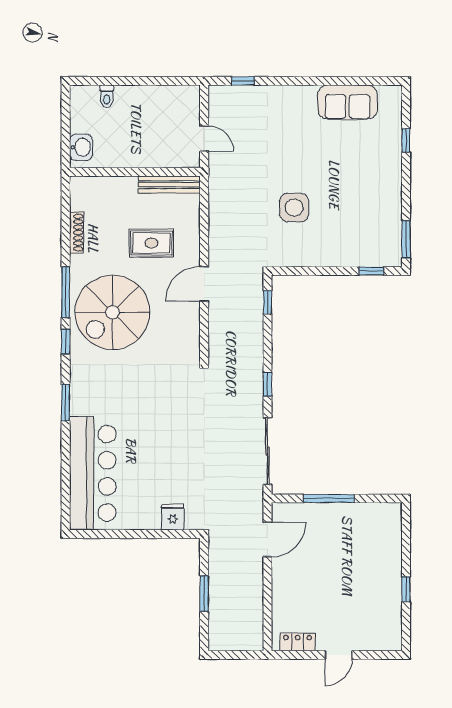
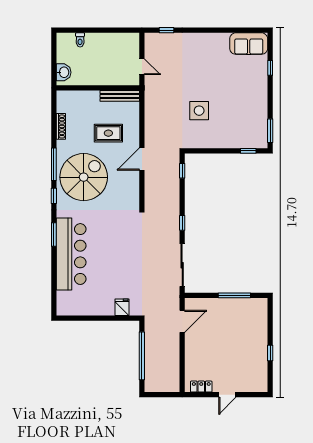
sofa: (348, 102) -> (249, 44), moved
spiral stairs: (112, 312) -> (84, 177), turned 180
bar counter: (93, 473) -> (71, 254), moved
window: (329, 499) -> (234, 295), moved
window: (204, 594) -> (142, 356), width x2.11

